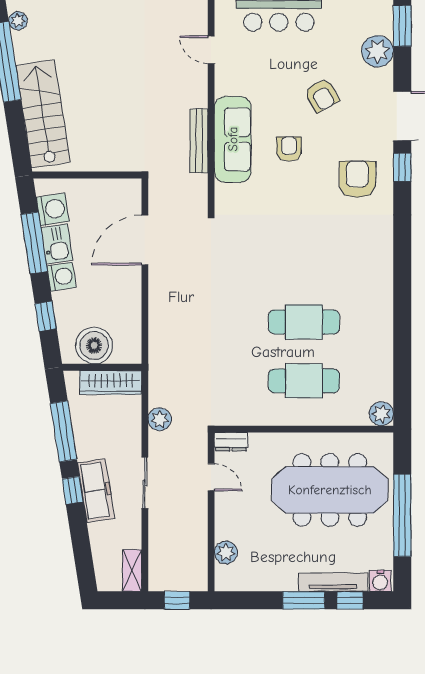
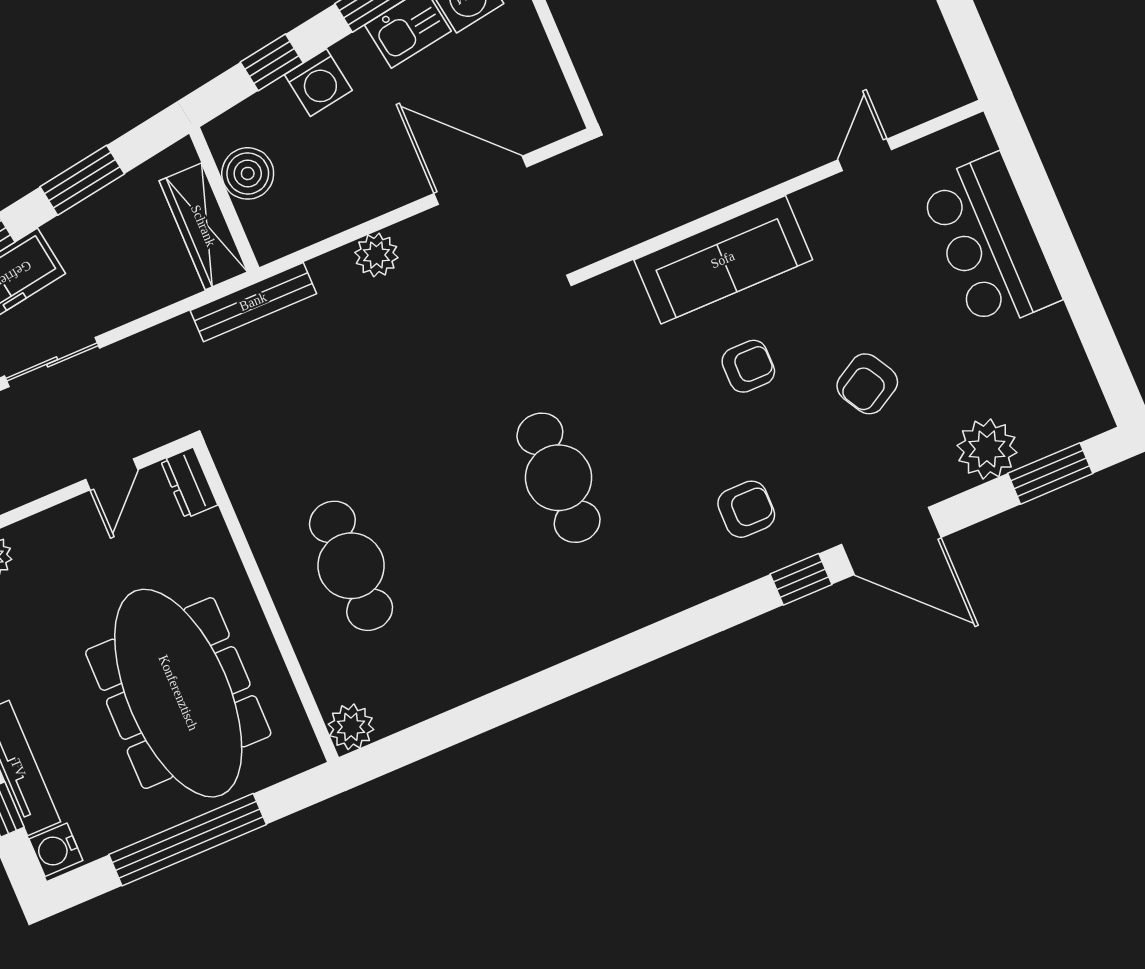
bench: (199, 141) -> (253, 302), moved
armchair: (357, 179) -> (746, 509), width x0.72, depth x0.72
washing machine: (61, 277) -> (318, 83), moved
cafe table: (304, 322) -> (559, 478), moved
boiler: (94, 346) -> (248, 173), width x0.73, depth x0.73
plant: (160, 419) -> (376, 255), moved
window: (64, 431) -> (82, 180), width x0.69

